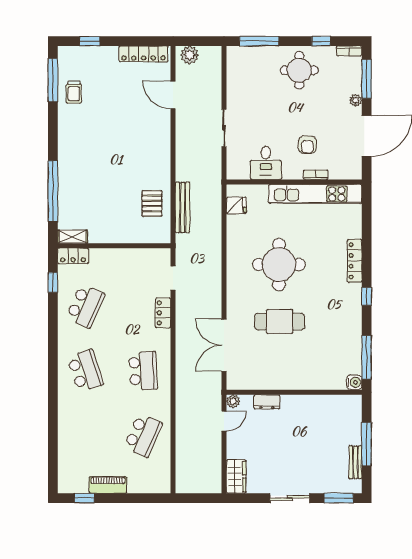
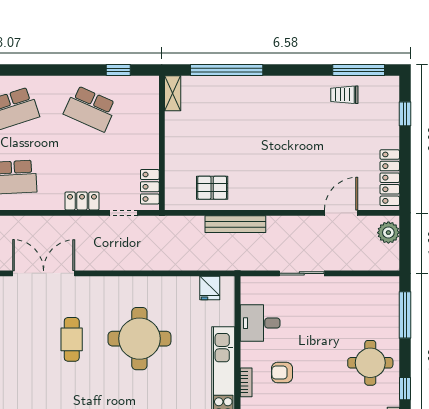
bench: (183, 207) -> (235, 224), moved
locker: (73, 256) -> (150, 187), moved
cafe table: (280, 322) -> (72, 339), width x0.73, depth x0.74

